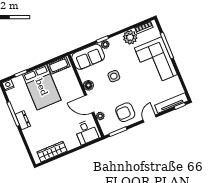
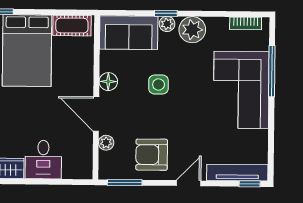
plant: (130, 37) -> (192, 30), moved
desk: (86, 132) -> (43, 160), moved

